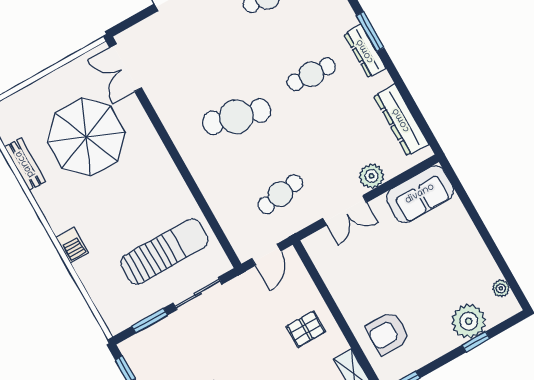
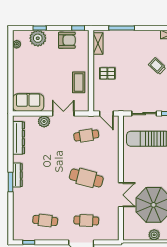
double door: (126, 68) -> (121, 195), moved
cafe table: (311, 74) -> (86, 221), moved
plant: (54, 83) -> (154, 235), added
door: (266, 255) -> (106, 114), swing flipped
coffee table: (349, 283) -> (79, 82), added
armchair: (388, 333) -> (67, 40), moved

